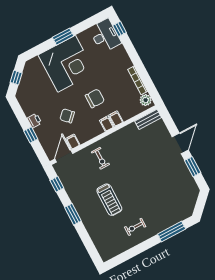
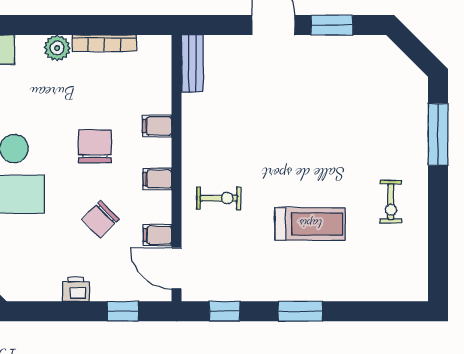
plant: (146, 100) -> (57, 48), moved
filing cabinet: (107, 124) -> (157, 179), moved
window: (31, 135) -> (123, 311), moved

